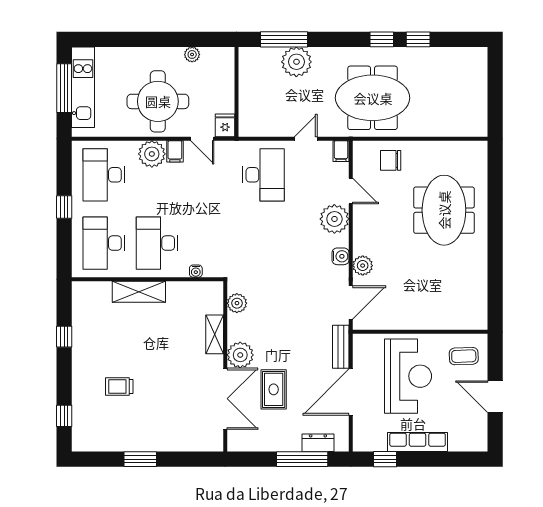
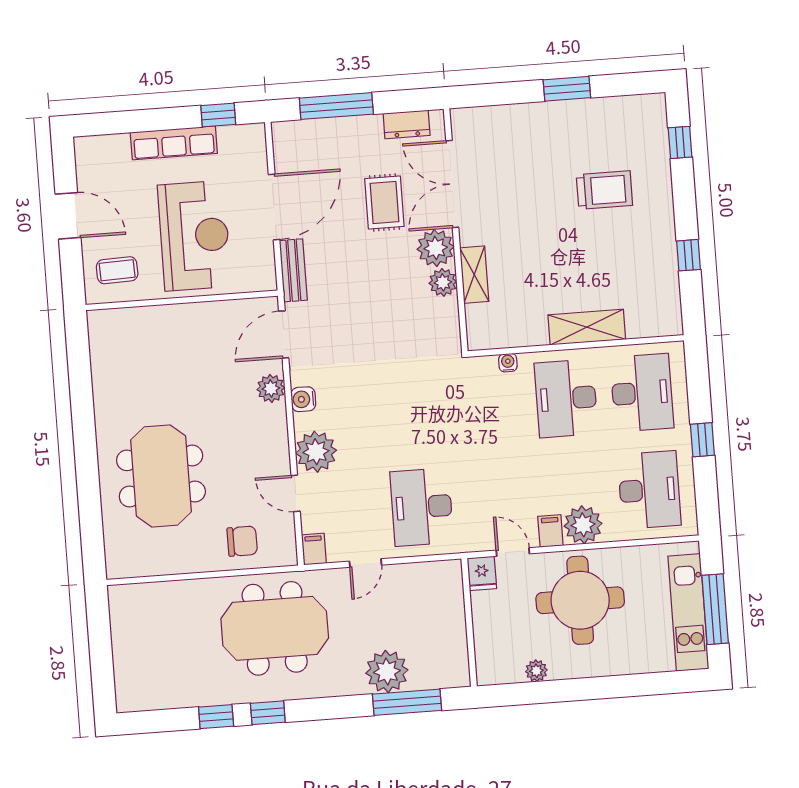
desk: (157, 243) -> (566, 398), turned 180
plant: (237, 303) -> (443, 282), moved
reception desk: (408, 376) -> (194, 236), turned 180
trolley: (119, 386) -> (604, 190), width x1.36, depth x1.39
dresser: (318, 443) -> (407, 124), moved

